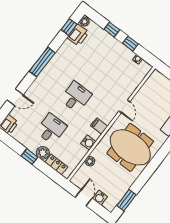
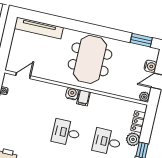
door: (124, 106) -> (23, 76), moved
water cooler: (88, 143) -> (72, 94), moved
plant: (90, 161) -> (144, 97), moved

